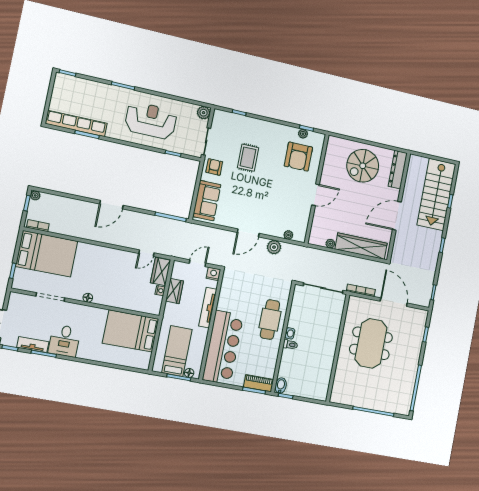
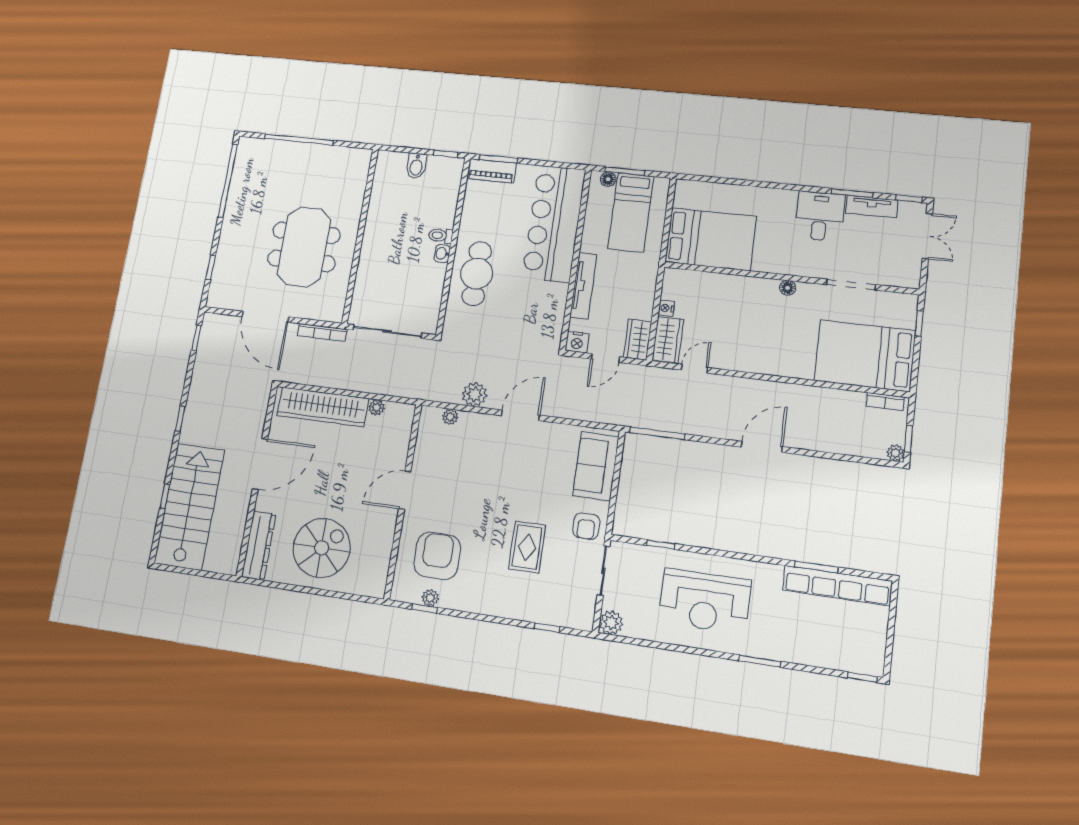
wardrobe: (174, 291) -> (638, 340), moved
bidet: (281, 386) -> (416, 166), moved

